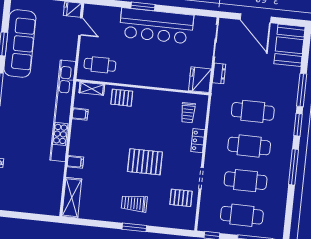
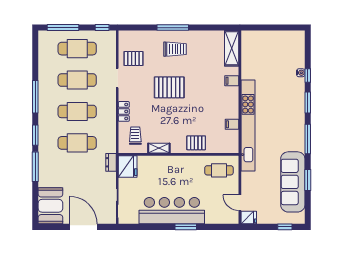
dresser: (219, 73) -> (111, 162), moved
shelving: (92, 89) -> (159, 148), moved
window: (134, 227) -> (173, 28), width x1.44

